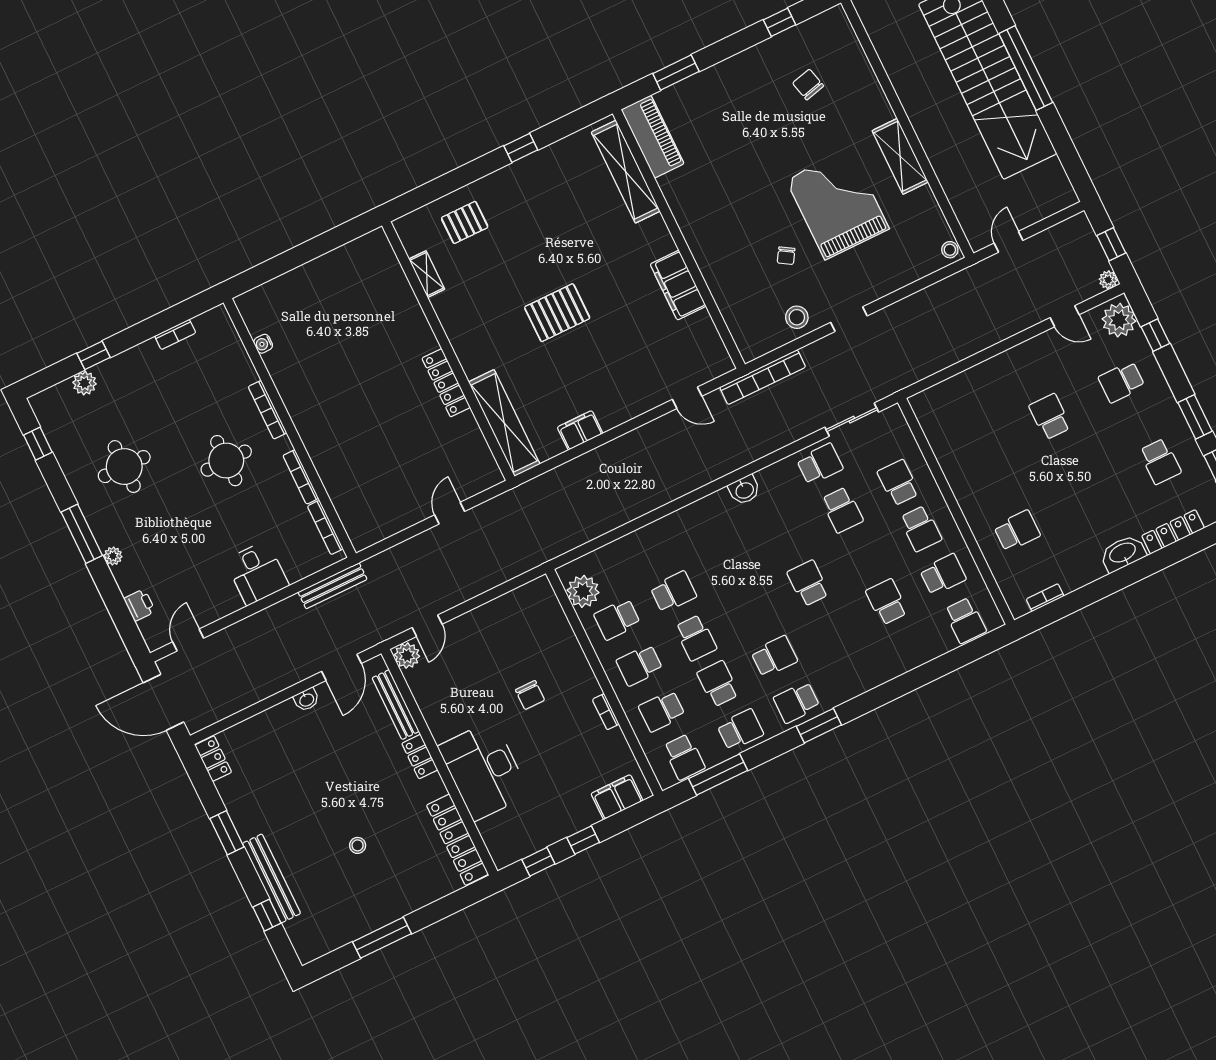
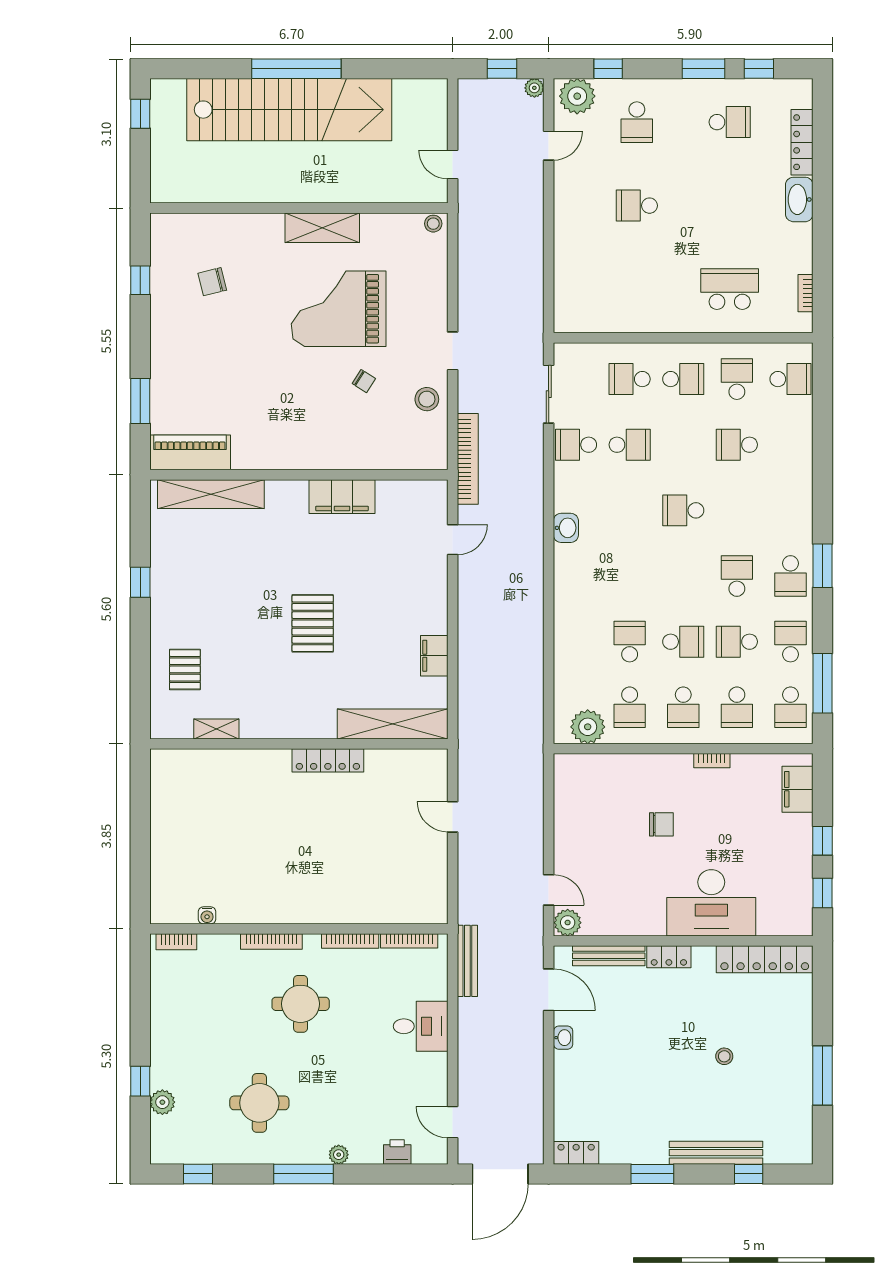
bookcase: (175, 334) -> (176, 942), moved, turned 90
school desk: (820, 464) -> (576, 445), turned -90
school desk: (1017, 531) -> (730, 289), width x1.85
school desk: (684, 757) -> (790, 707), turned 90

